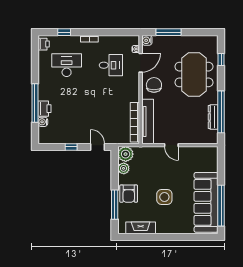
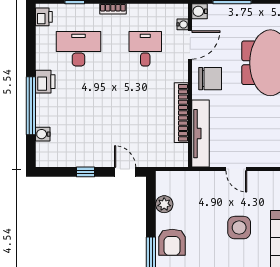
desk: (111, 65) -> (145, 49), turned -90
chair: (154, 85) -> (210, 79), turned 90
printer: (44, 109) -> (45, 82), moved
bookcase: (135, 122) -> (181, 113), moved
plant: (126, 154) -> (167, 183), removed
side table: (164, 197) -> (239, 228), moved

